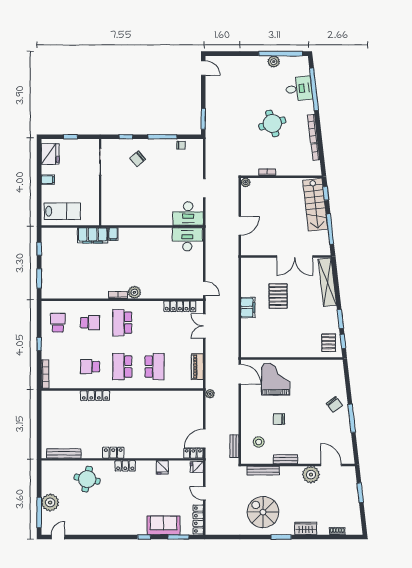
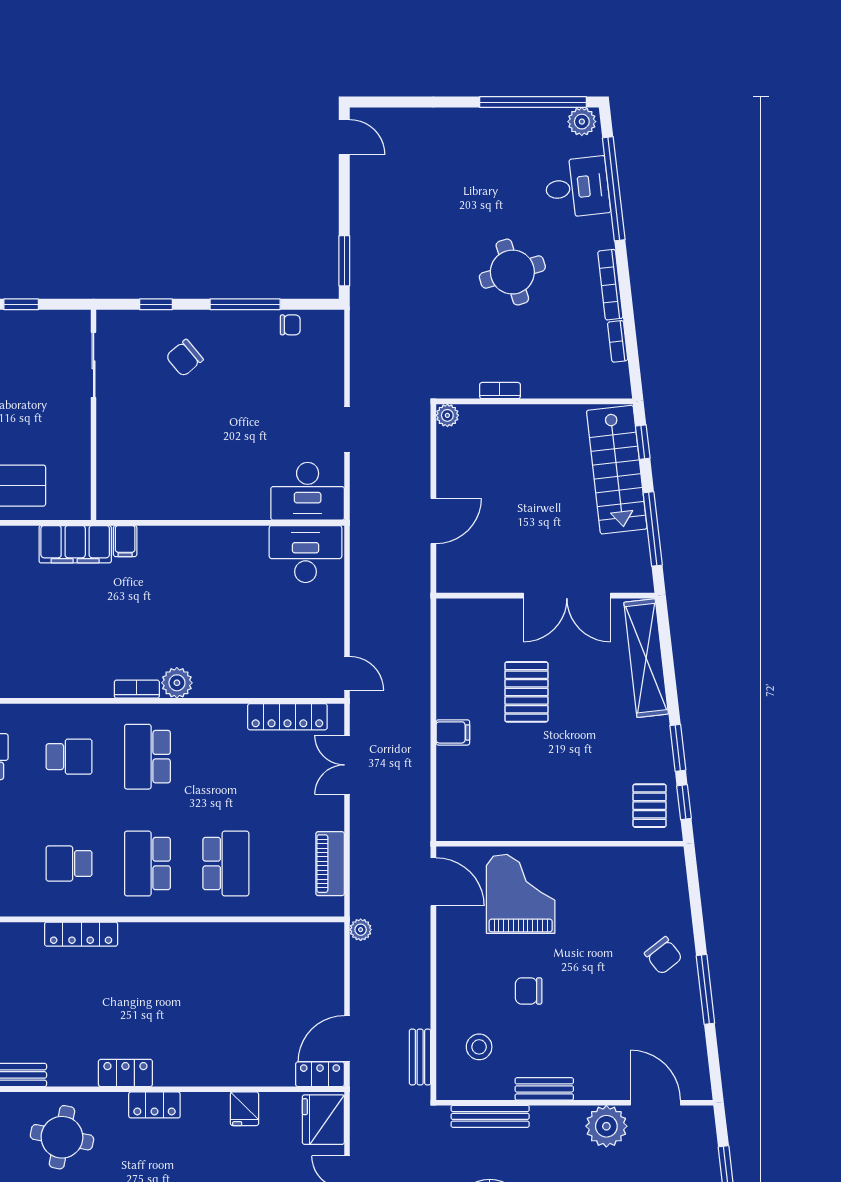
plant: (274, 62) -> (582, 122), moved
filing cabinet: (248, 308) -> (453, 732), width x0.50
fridge: (197, 467) -> (323, 1120), width x1.88, depth x1.34

